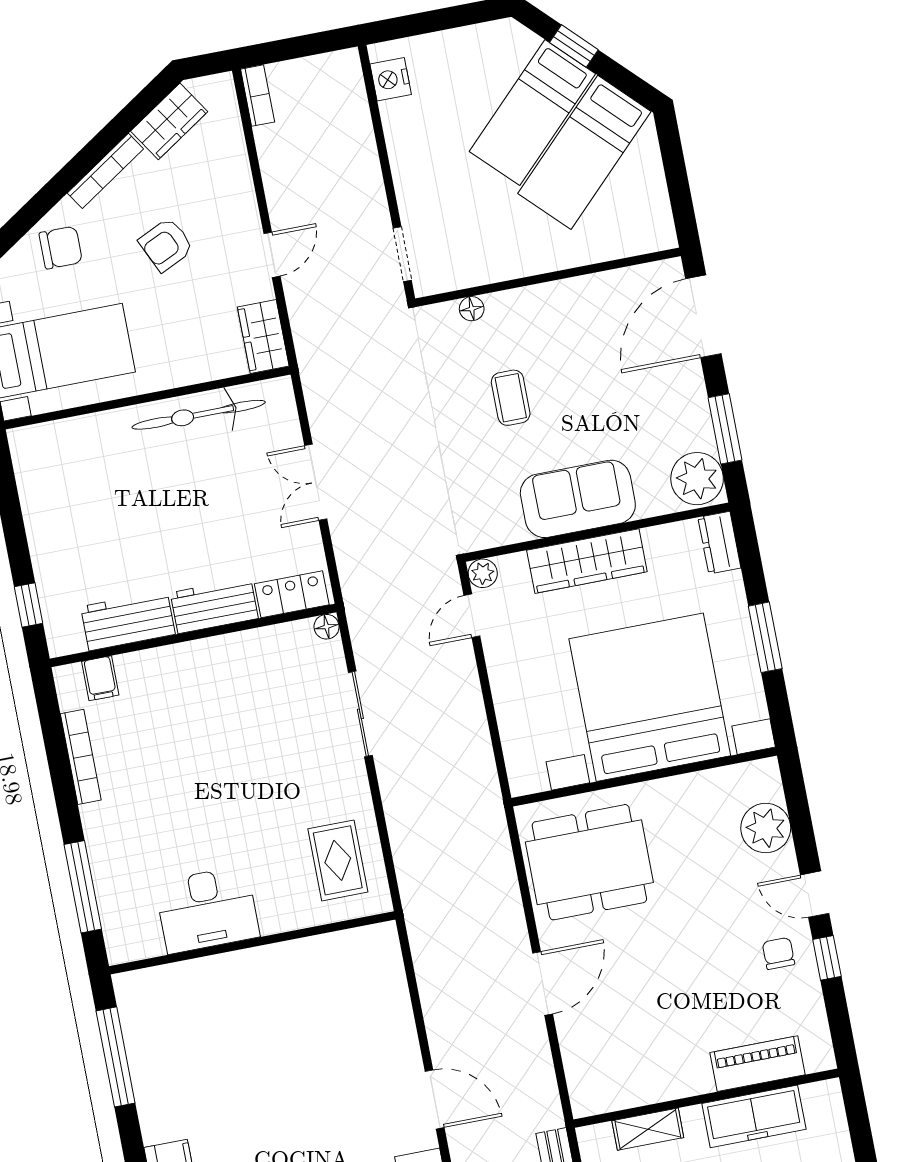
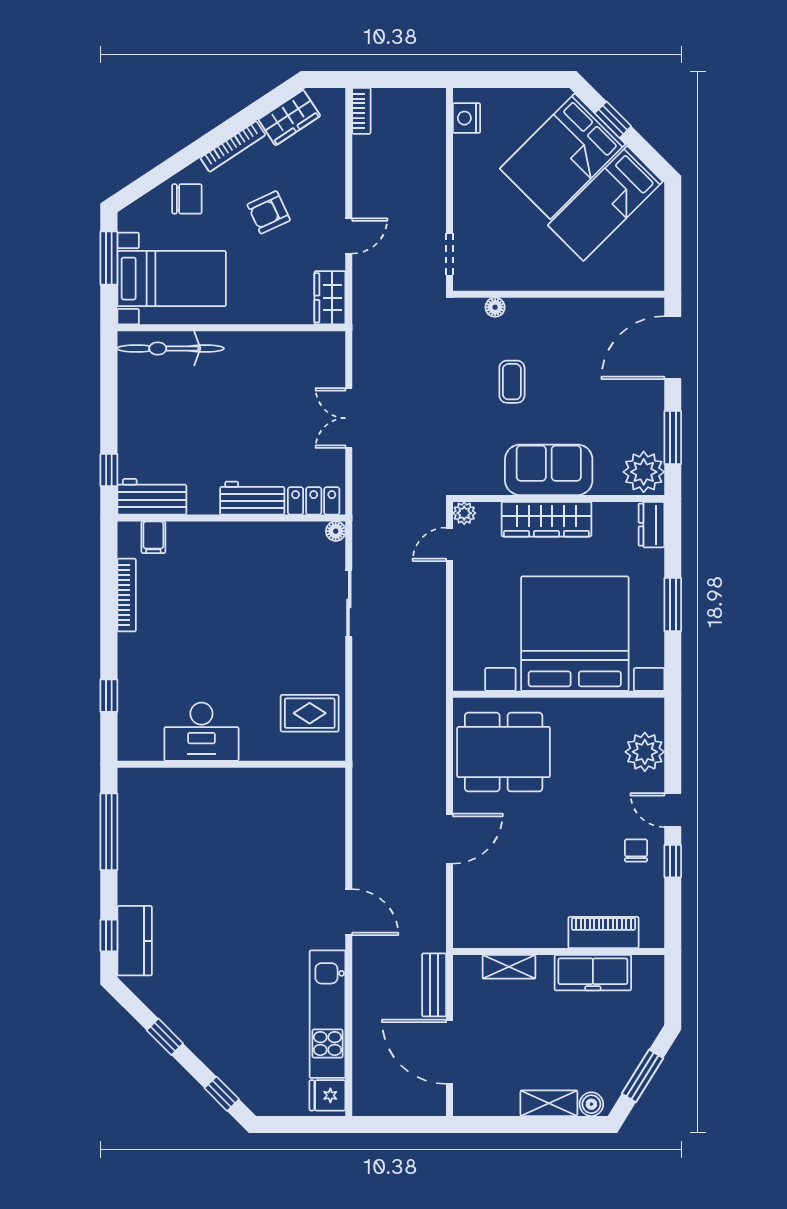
bed: (532, 113) -> (563, 156), width x1.50
bicycle: (199, 415) -> (171, 348), moved
workbench: (128, 620) -> (152, 497), moved
rug: (338, 860) -> (310, 713), turned 90
window: (83, 887) -> (109, 696), width x0.46

